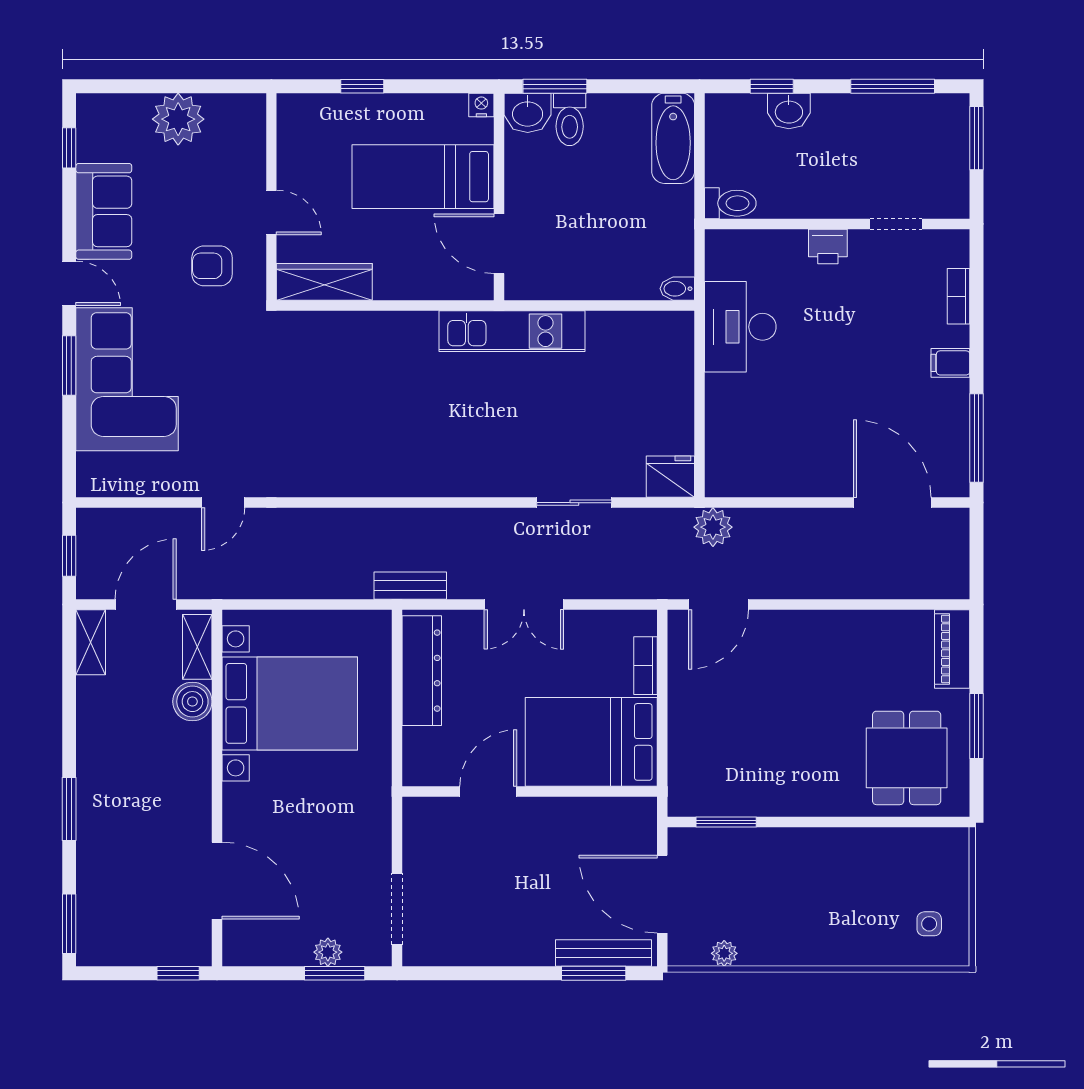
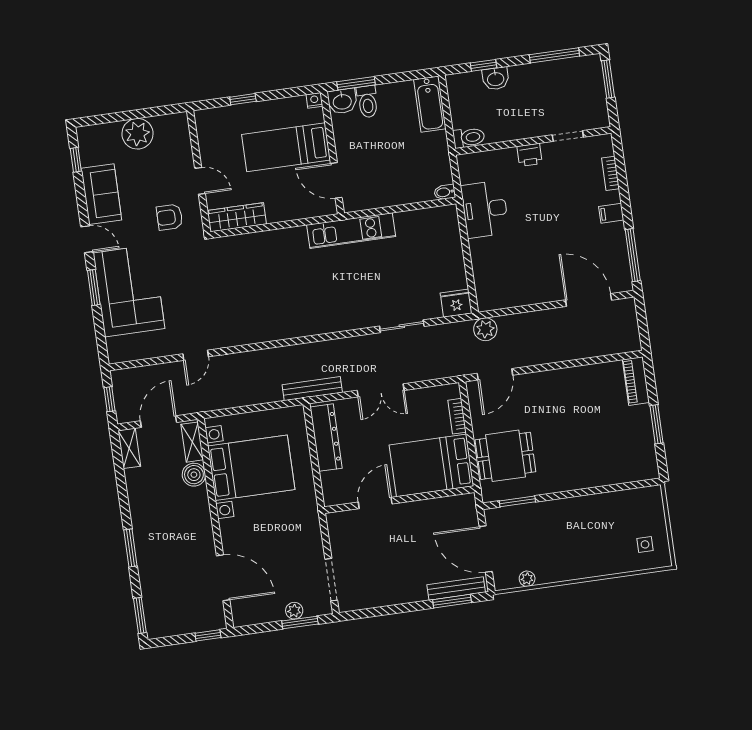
bench: (410, 586) -> (312, 389), width x1.36
dining table: (907, 758) -> (505, 456), moved, turned 90

